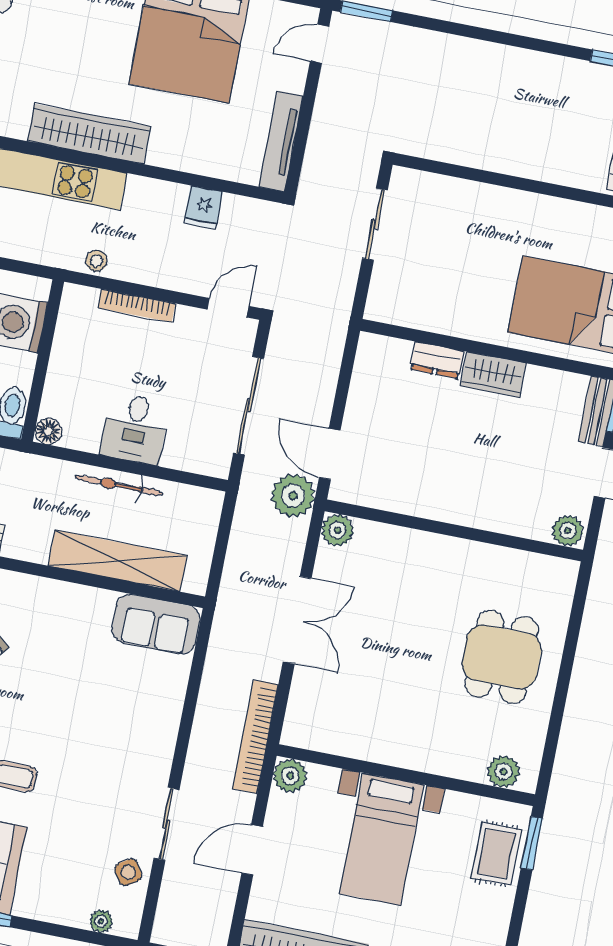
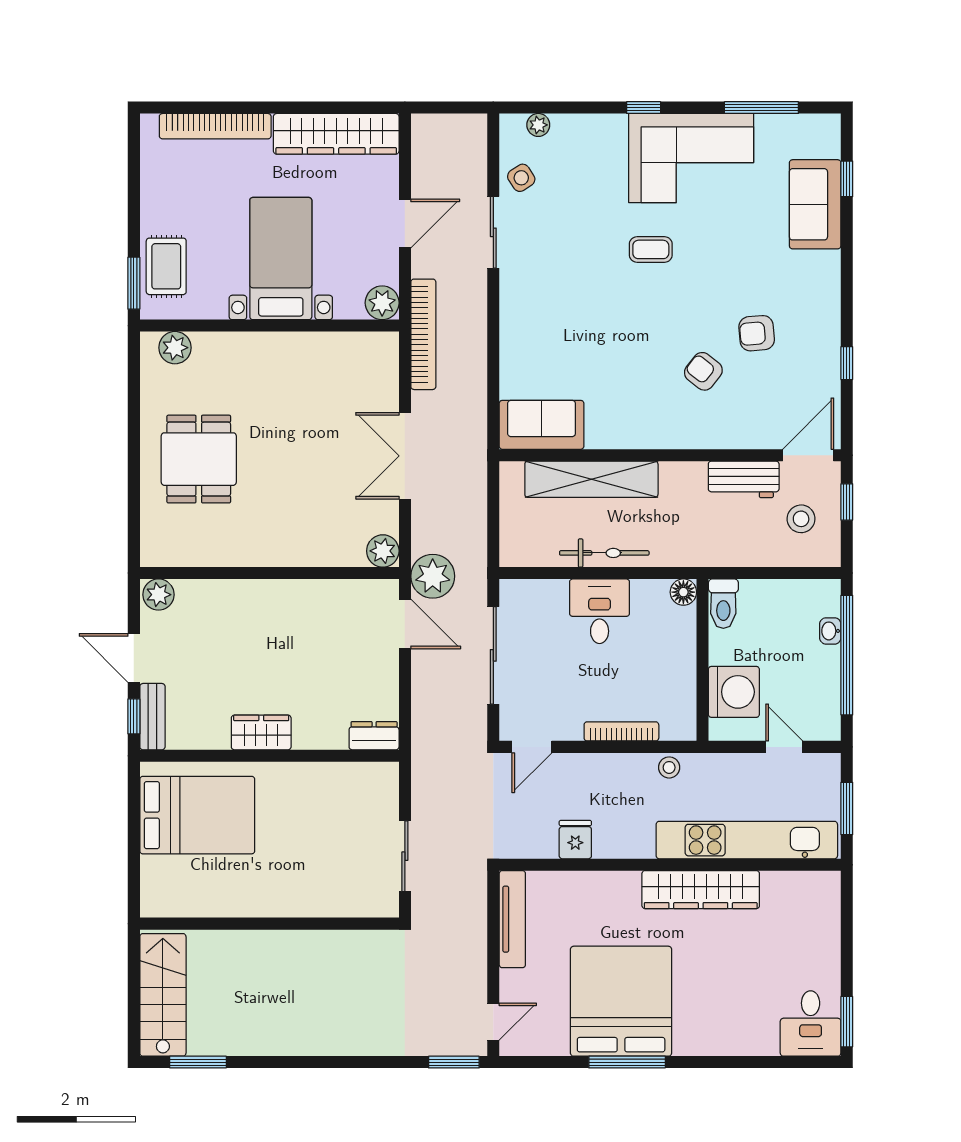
dresser: (437, 360) -> (374, 736), moved

